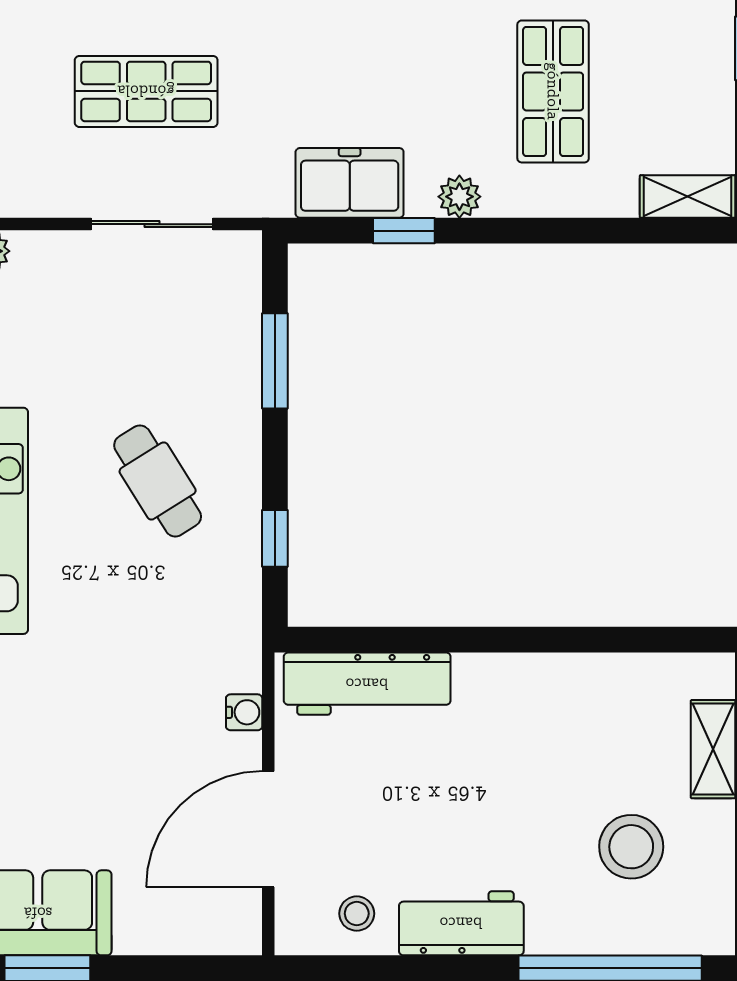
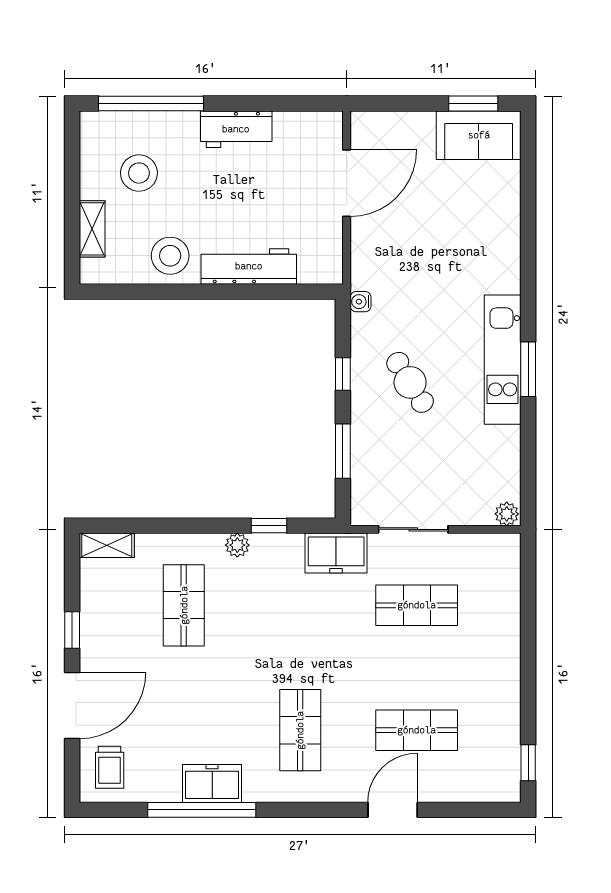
freezer: (350, 183) -> (336, 553), moved
window: (275, 538) -> (343, 374), moved
workbench: (367, 684) -> (249, 266), moved
water cooler: (244, 712) -> (361, 302), moved
stool: (357, 914) -> (170, 256), moved, width x1.89, depth x1.89

